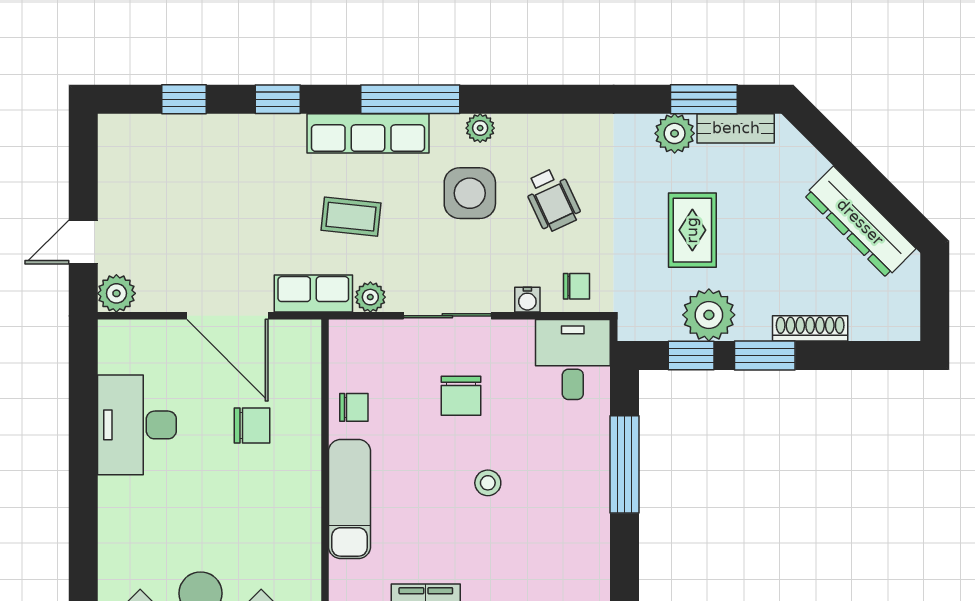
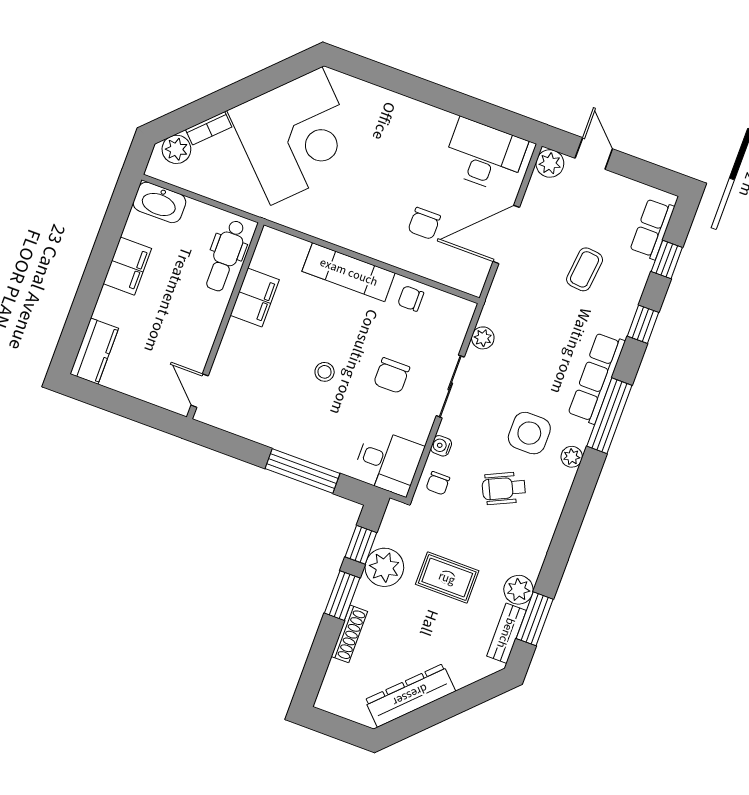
coffee table: (351, 217) -> (585, 269), moved
row of seats: (313, 294) -> (652, 229), moved, turned 180
chair: (461, 396) -> (392, 376), turned -90
chair: (354, 407) -> (411, 299), turned 90
desk: (137, 425) -> (485, 155), moved

